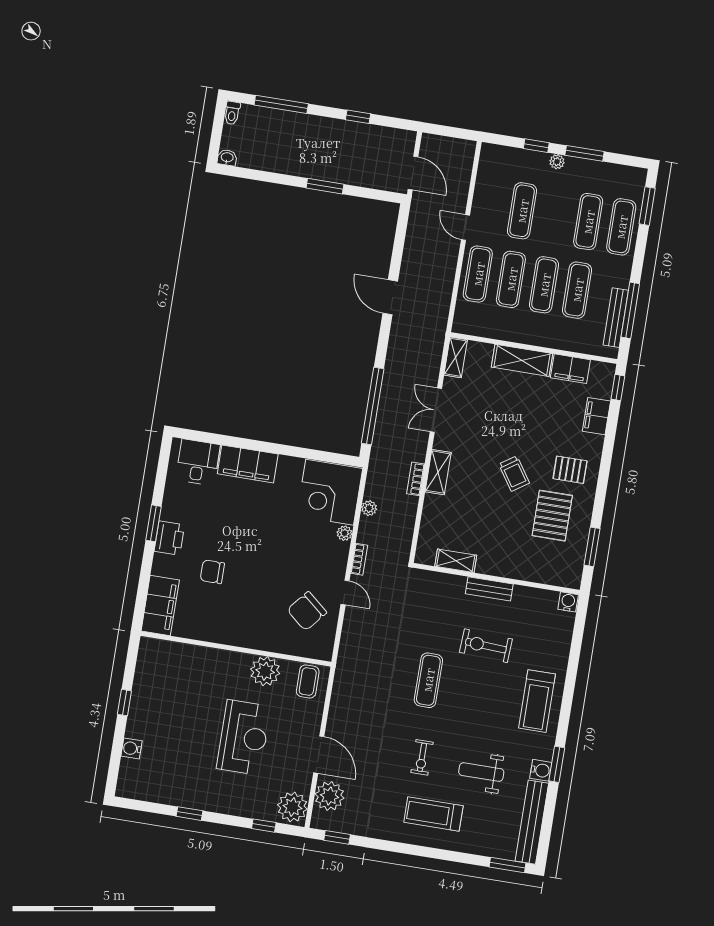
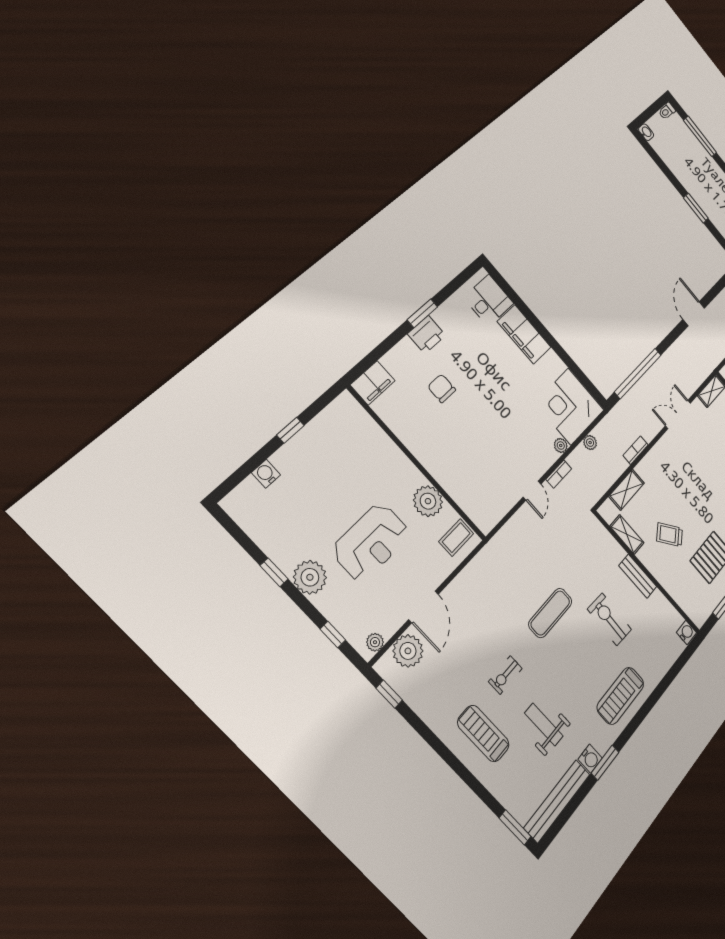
shelving: (438, 472) -> (627, 490), moved
trolley: (514, 474) -> (670, 535), moved, turned 88
filing cabinet: (160, 605) -> (373, 383), width x0.67, depth x0.86
chair: (307, 611) -> (494, 481), removed
plant: (217, 798) -> (310, 577), added
plant: (292, 807) -> (375, 642), width x0.53, depth x0.53

